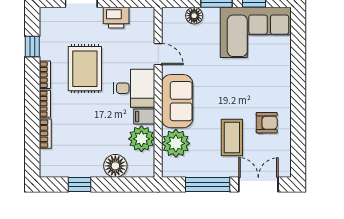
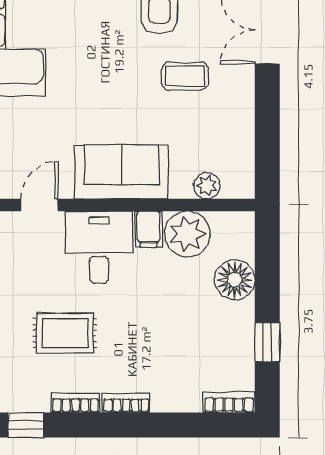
rug: (85, 69) -> (65, 333), width x0.73, depth x0.70
bookcase: (45, 134) -> (229, 402), moved
coffee table: (232, 137) -> (185, 76), width x0.73, depth x0.77
plant: (176, 143) -> (207, 186), width x0.53, depth x0.53
window: (208, 184) -> (267, 118), removed

